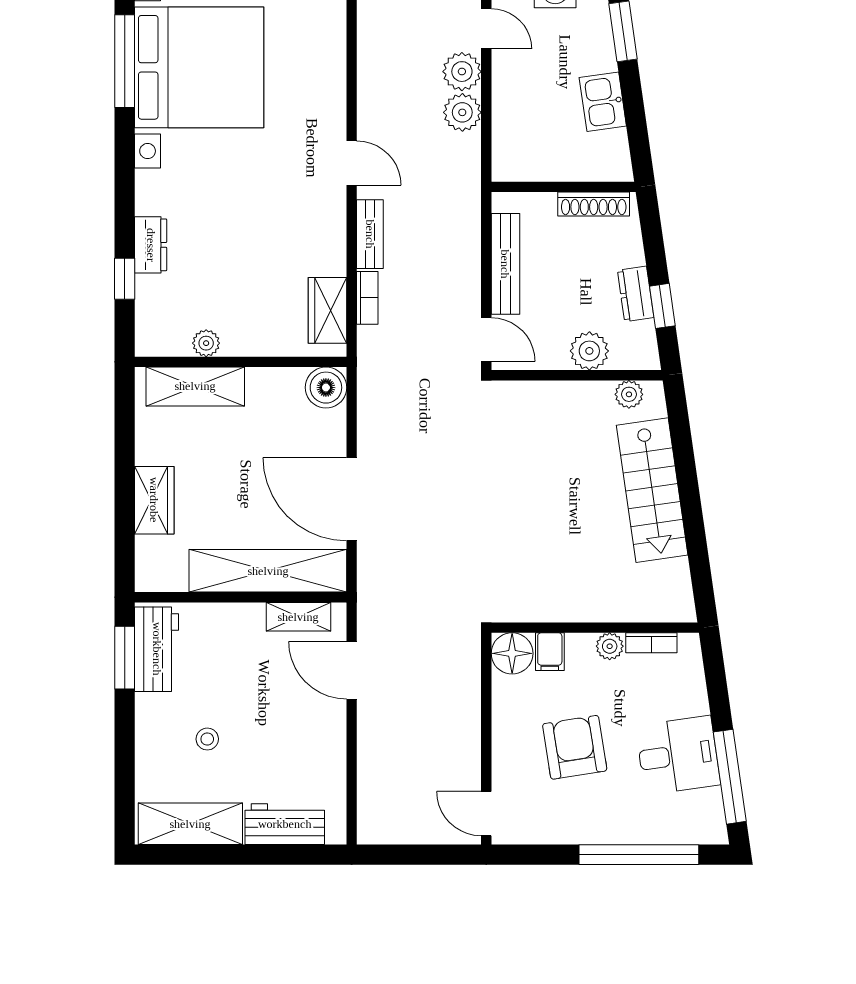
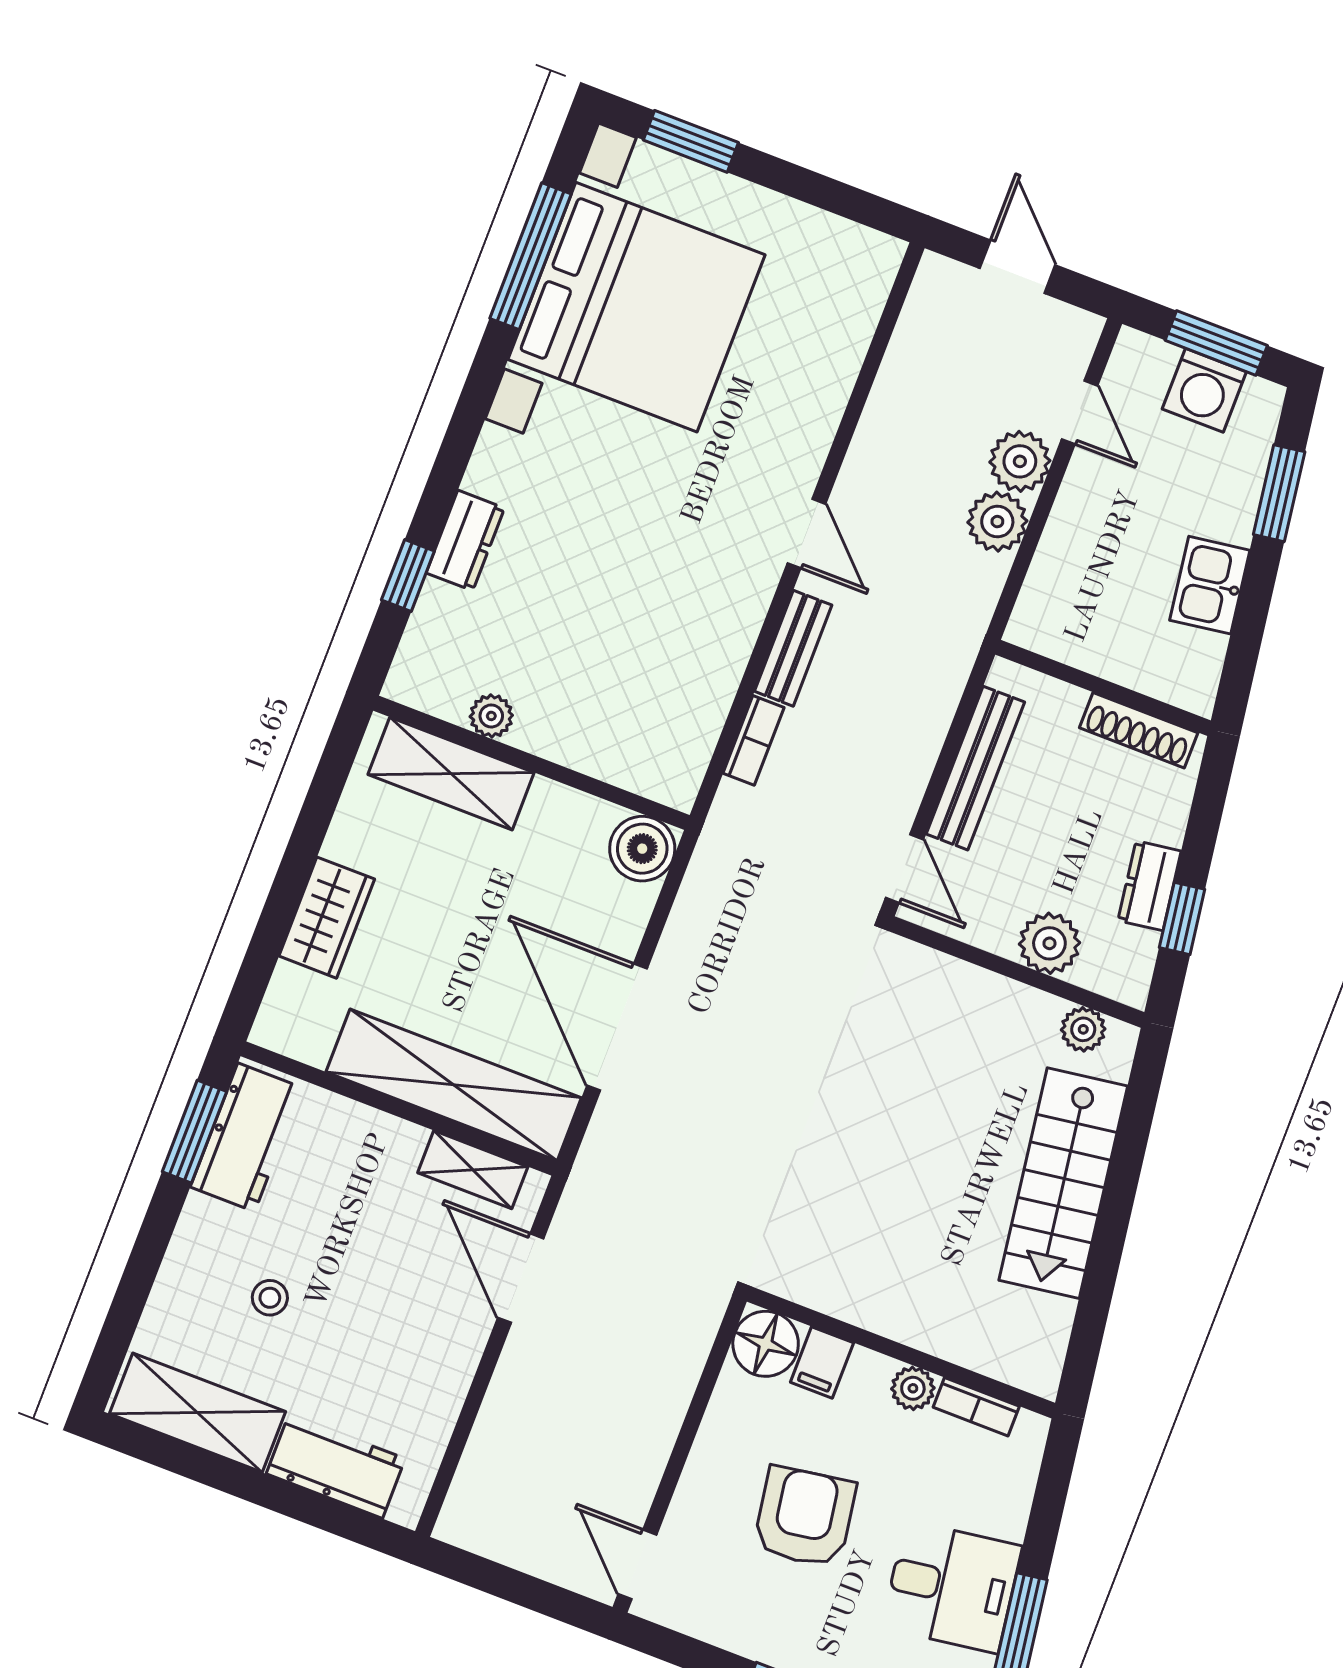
wardrobe: (328, 310) -> (688, 736), removed

